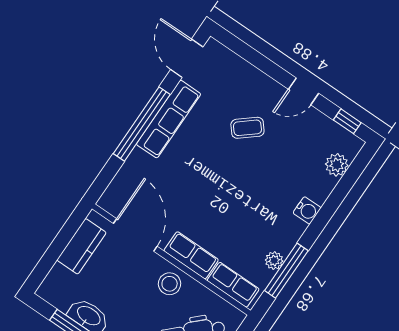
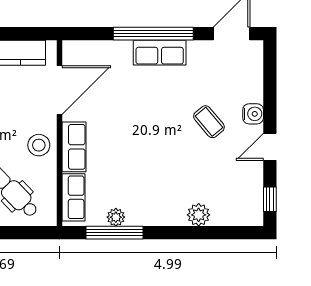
door: (303, 91) -> (270, 147), hinge flipped
row of seats: (169, 119) -> (160, 53), width x0.68
plant: (337, 165) -> (199, 215), moved
water cooler: (307, 210) -> (253, 114), moved, turned -90

